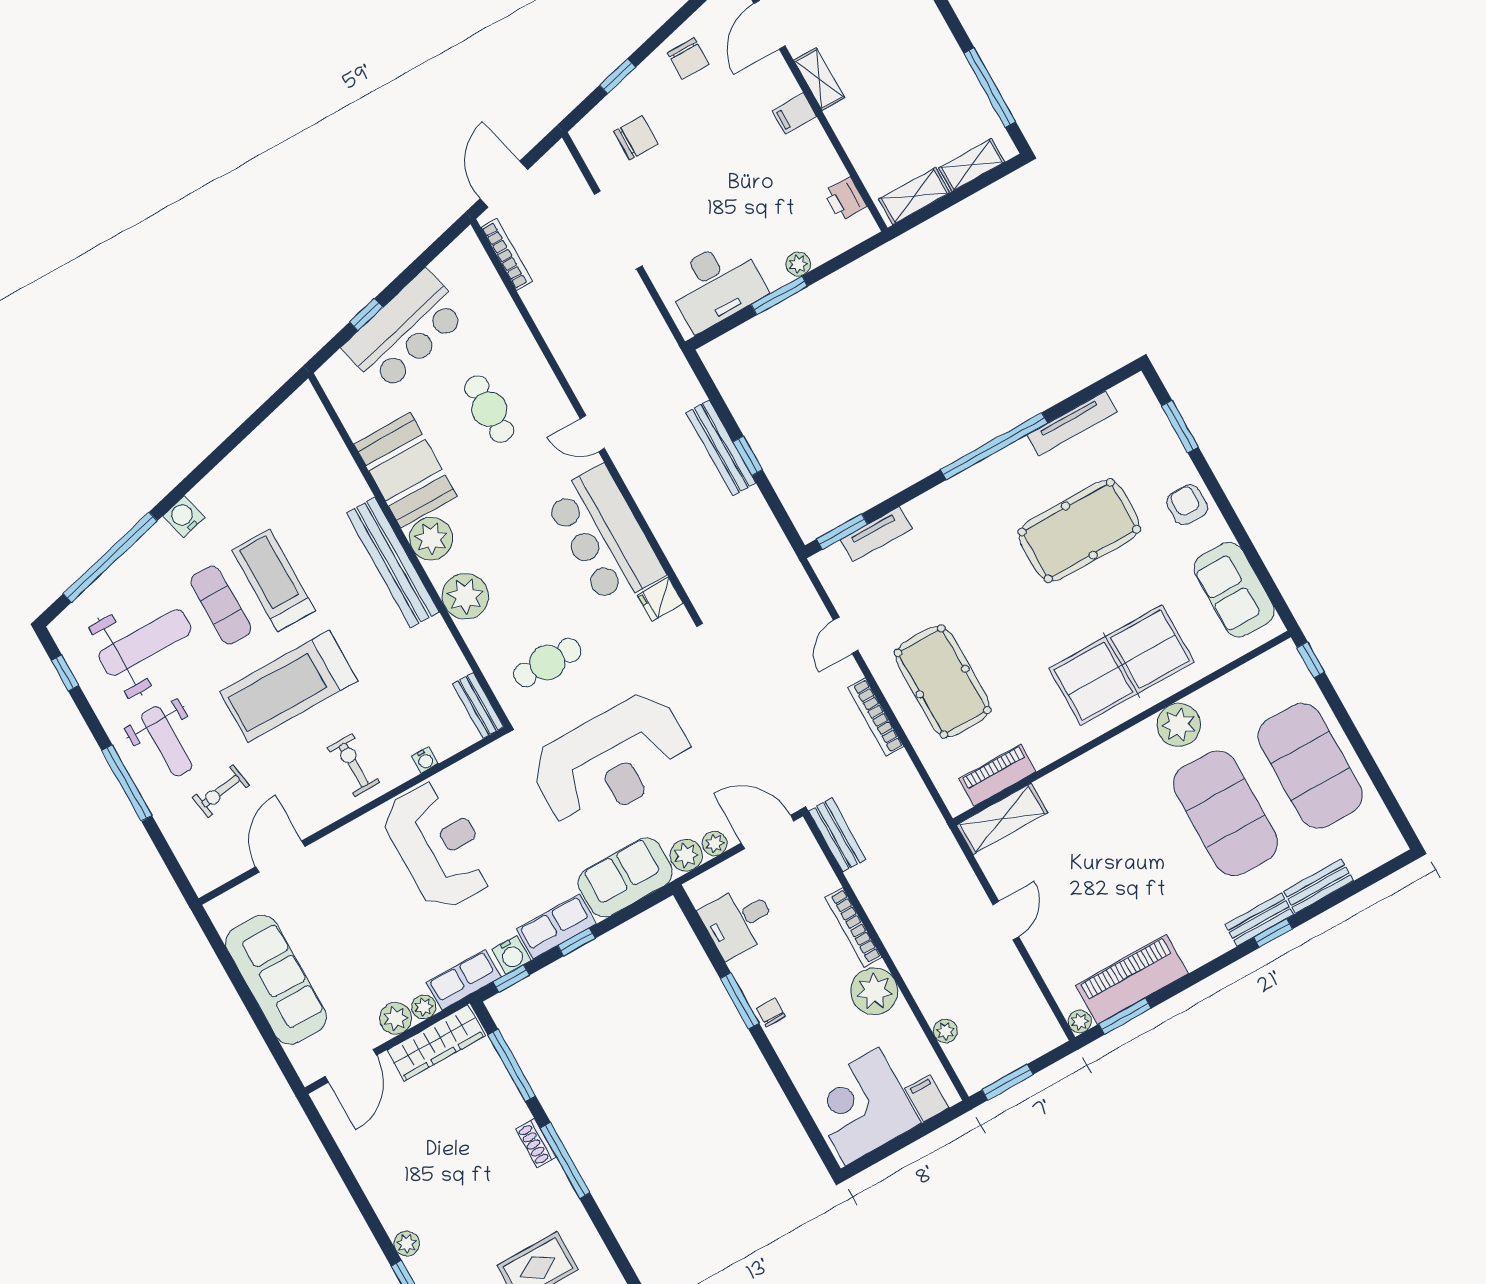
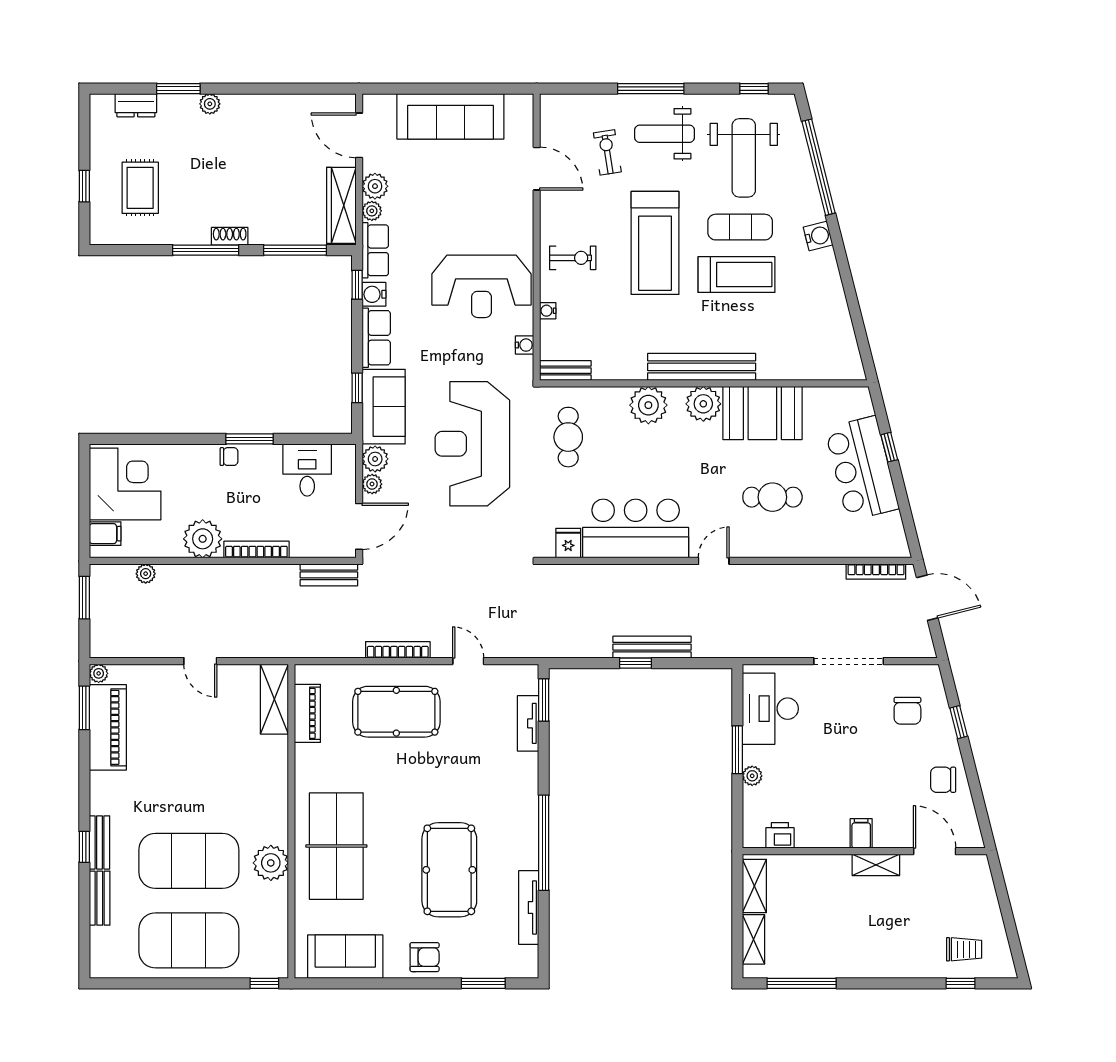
treadmill: (289, 686) -> (655, 243), turned 180
water cooler: (475, 764) -> (525, 345), added
window: (577, 942) -> (357, 388), moved

